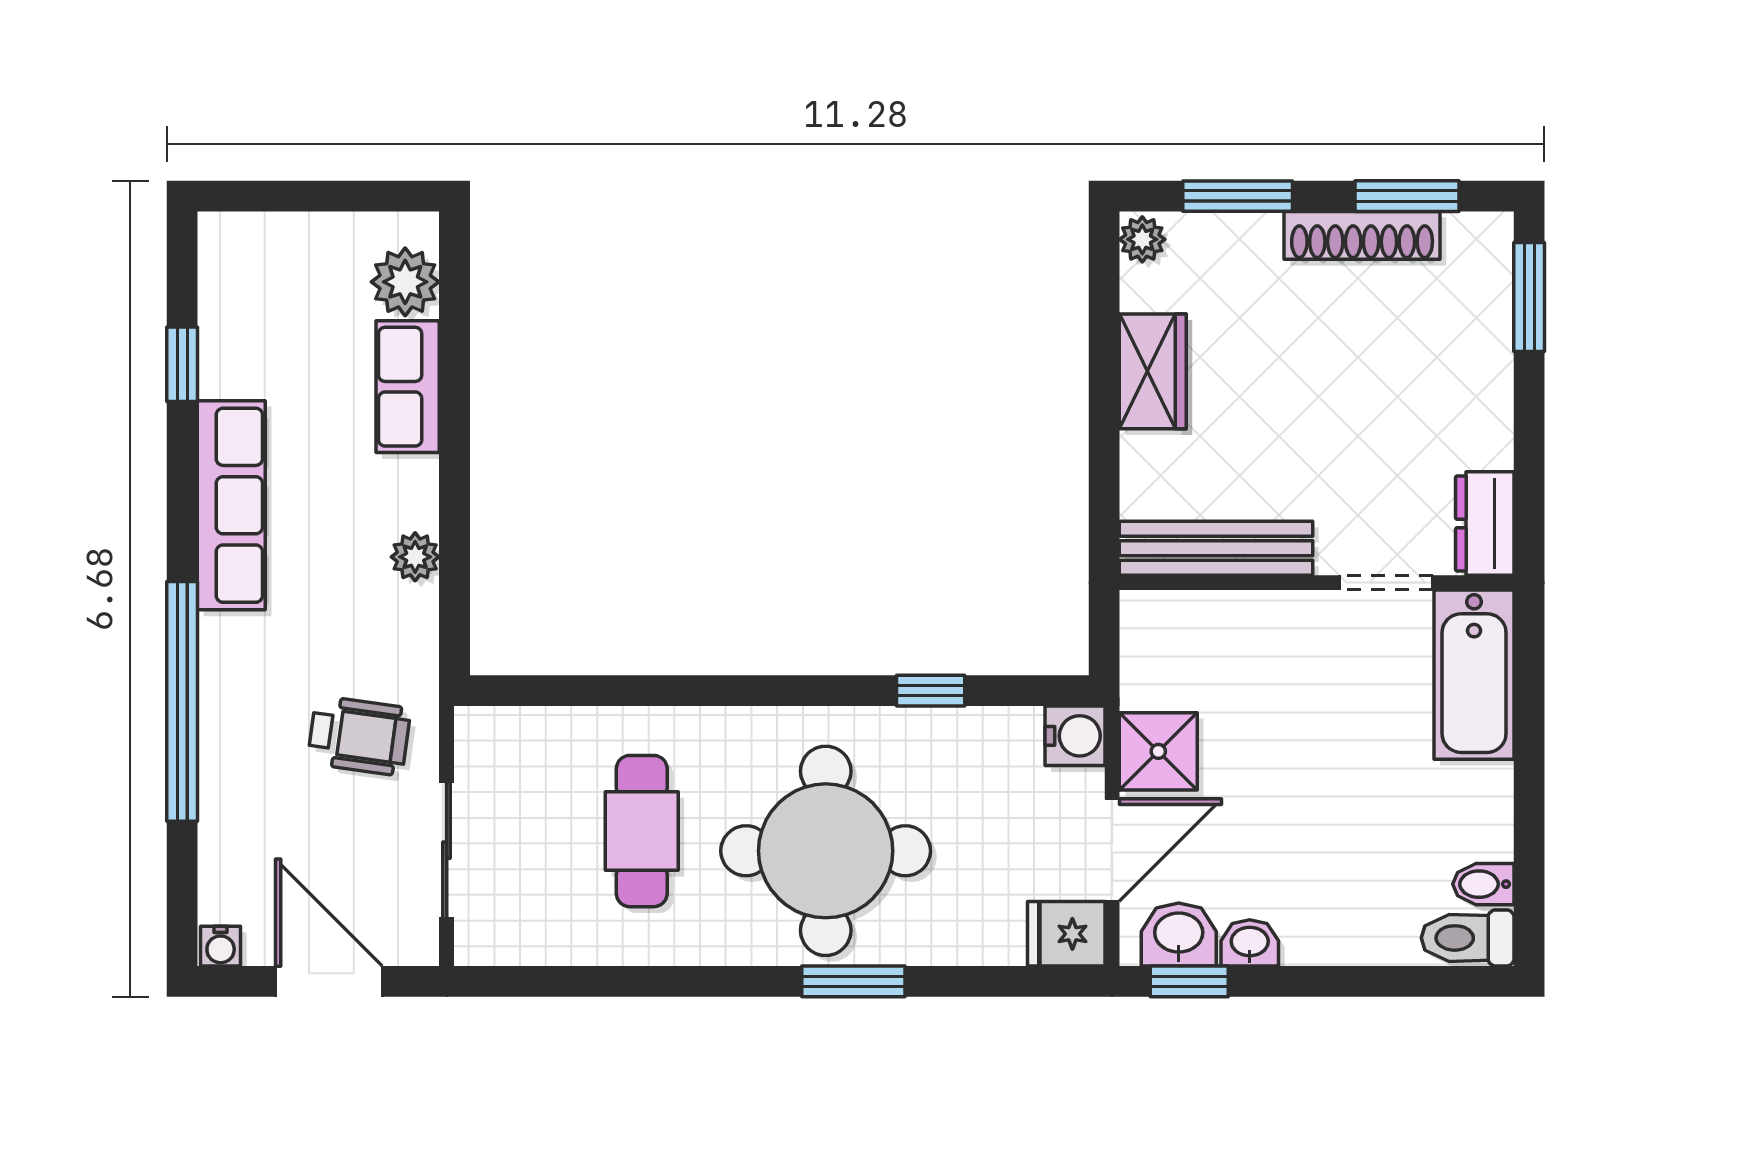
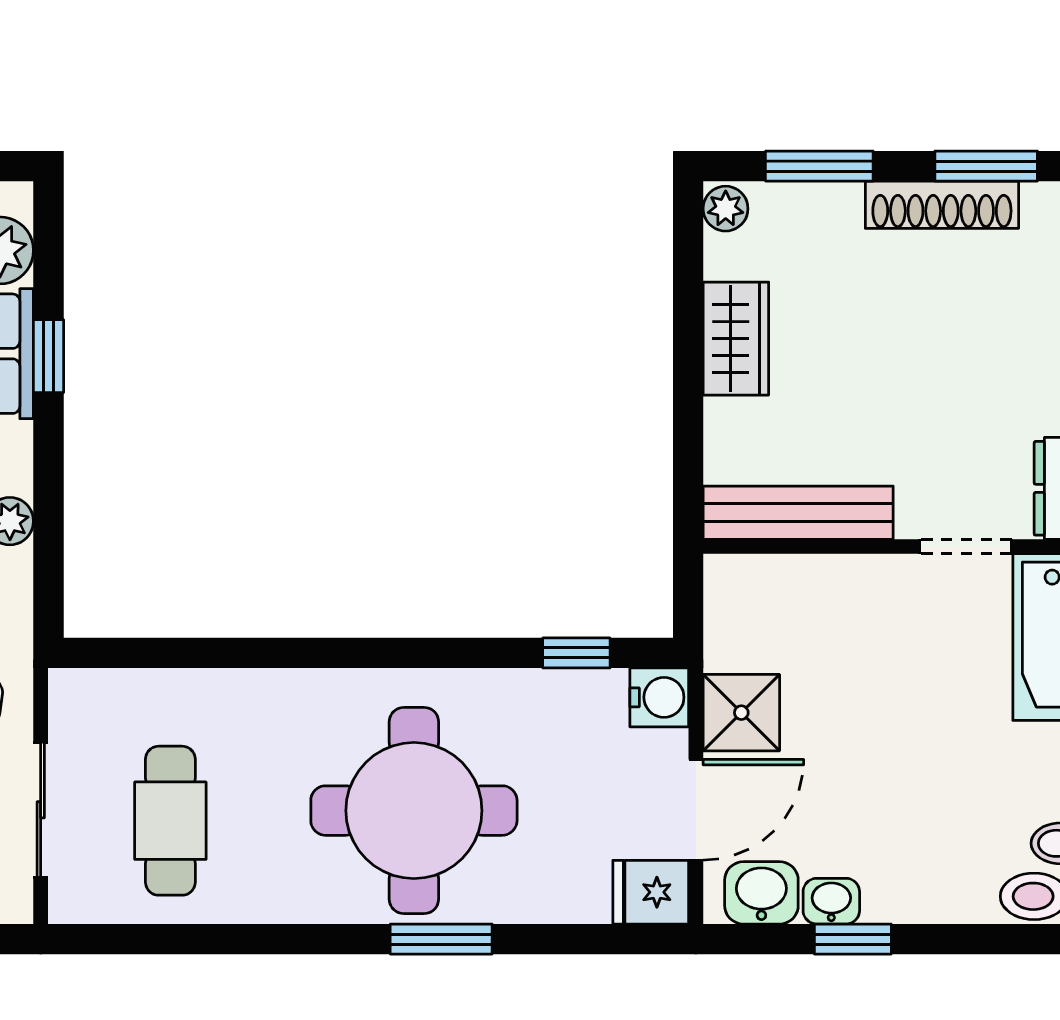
window: (455, 389) -> (49, 356), added
window: (931, 691) -> (576, 653), moved
cafe table: (642, 831) -> (170, 821), moved
window: (1189, 981) -> (853, 939), moved

